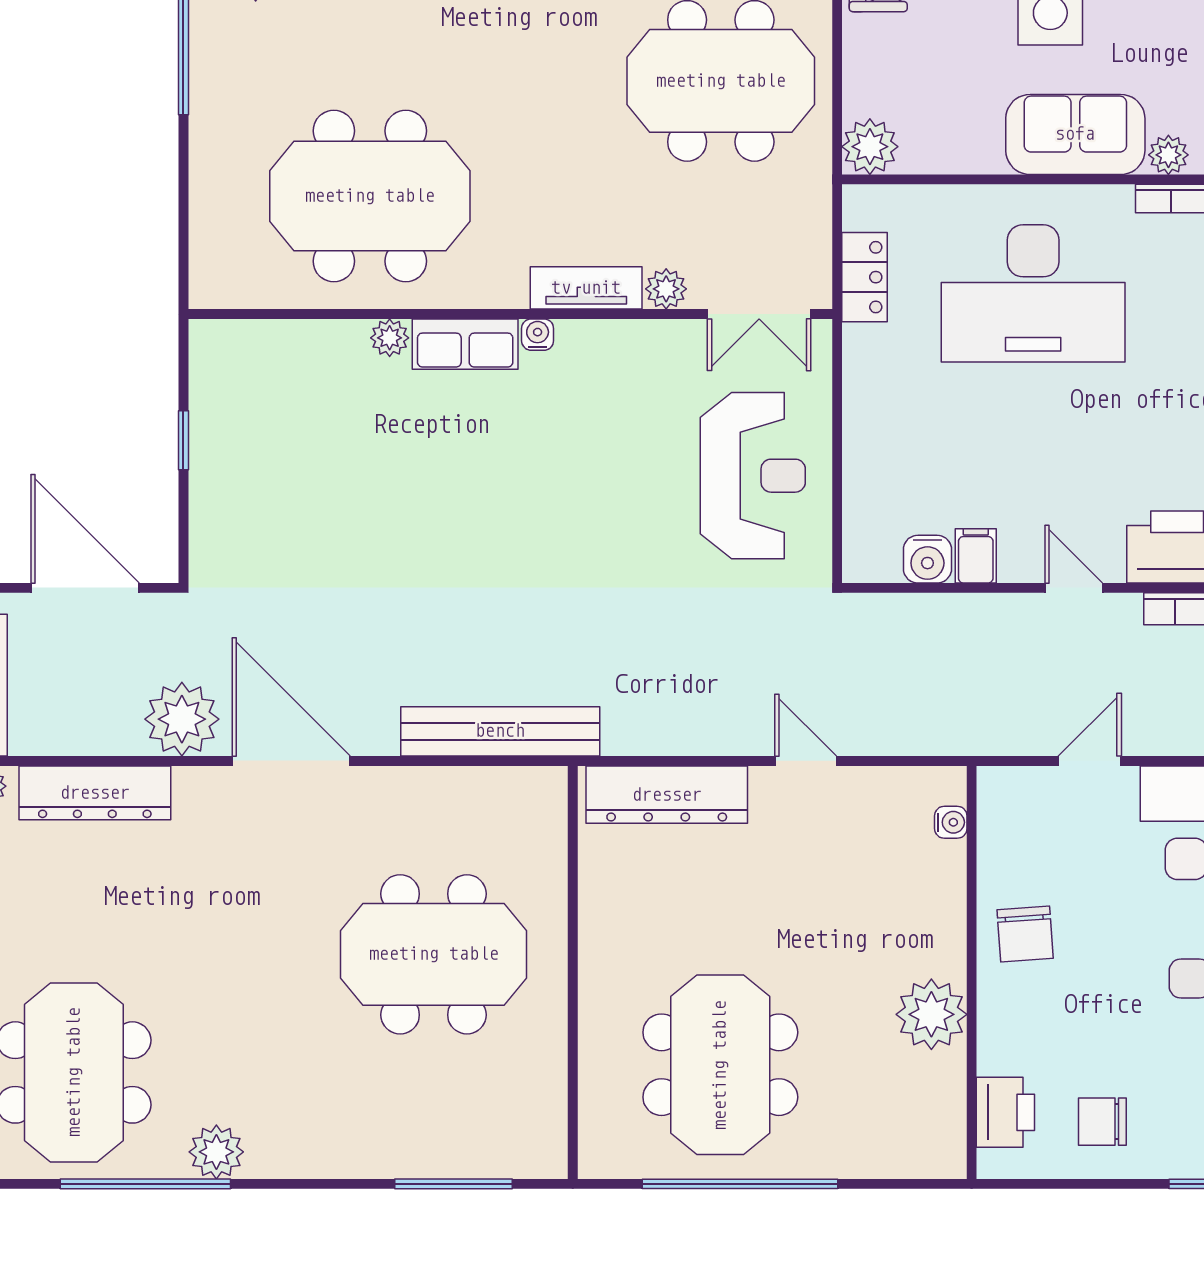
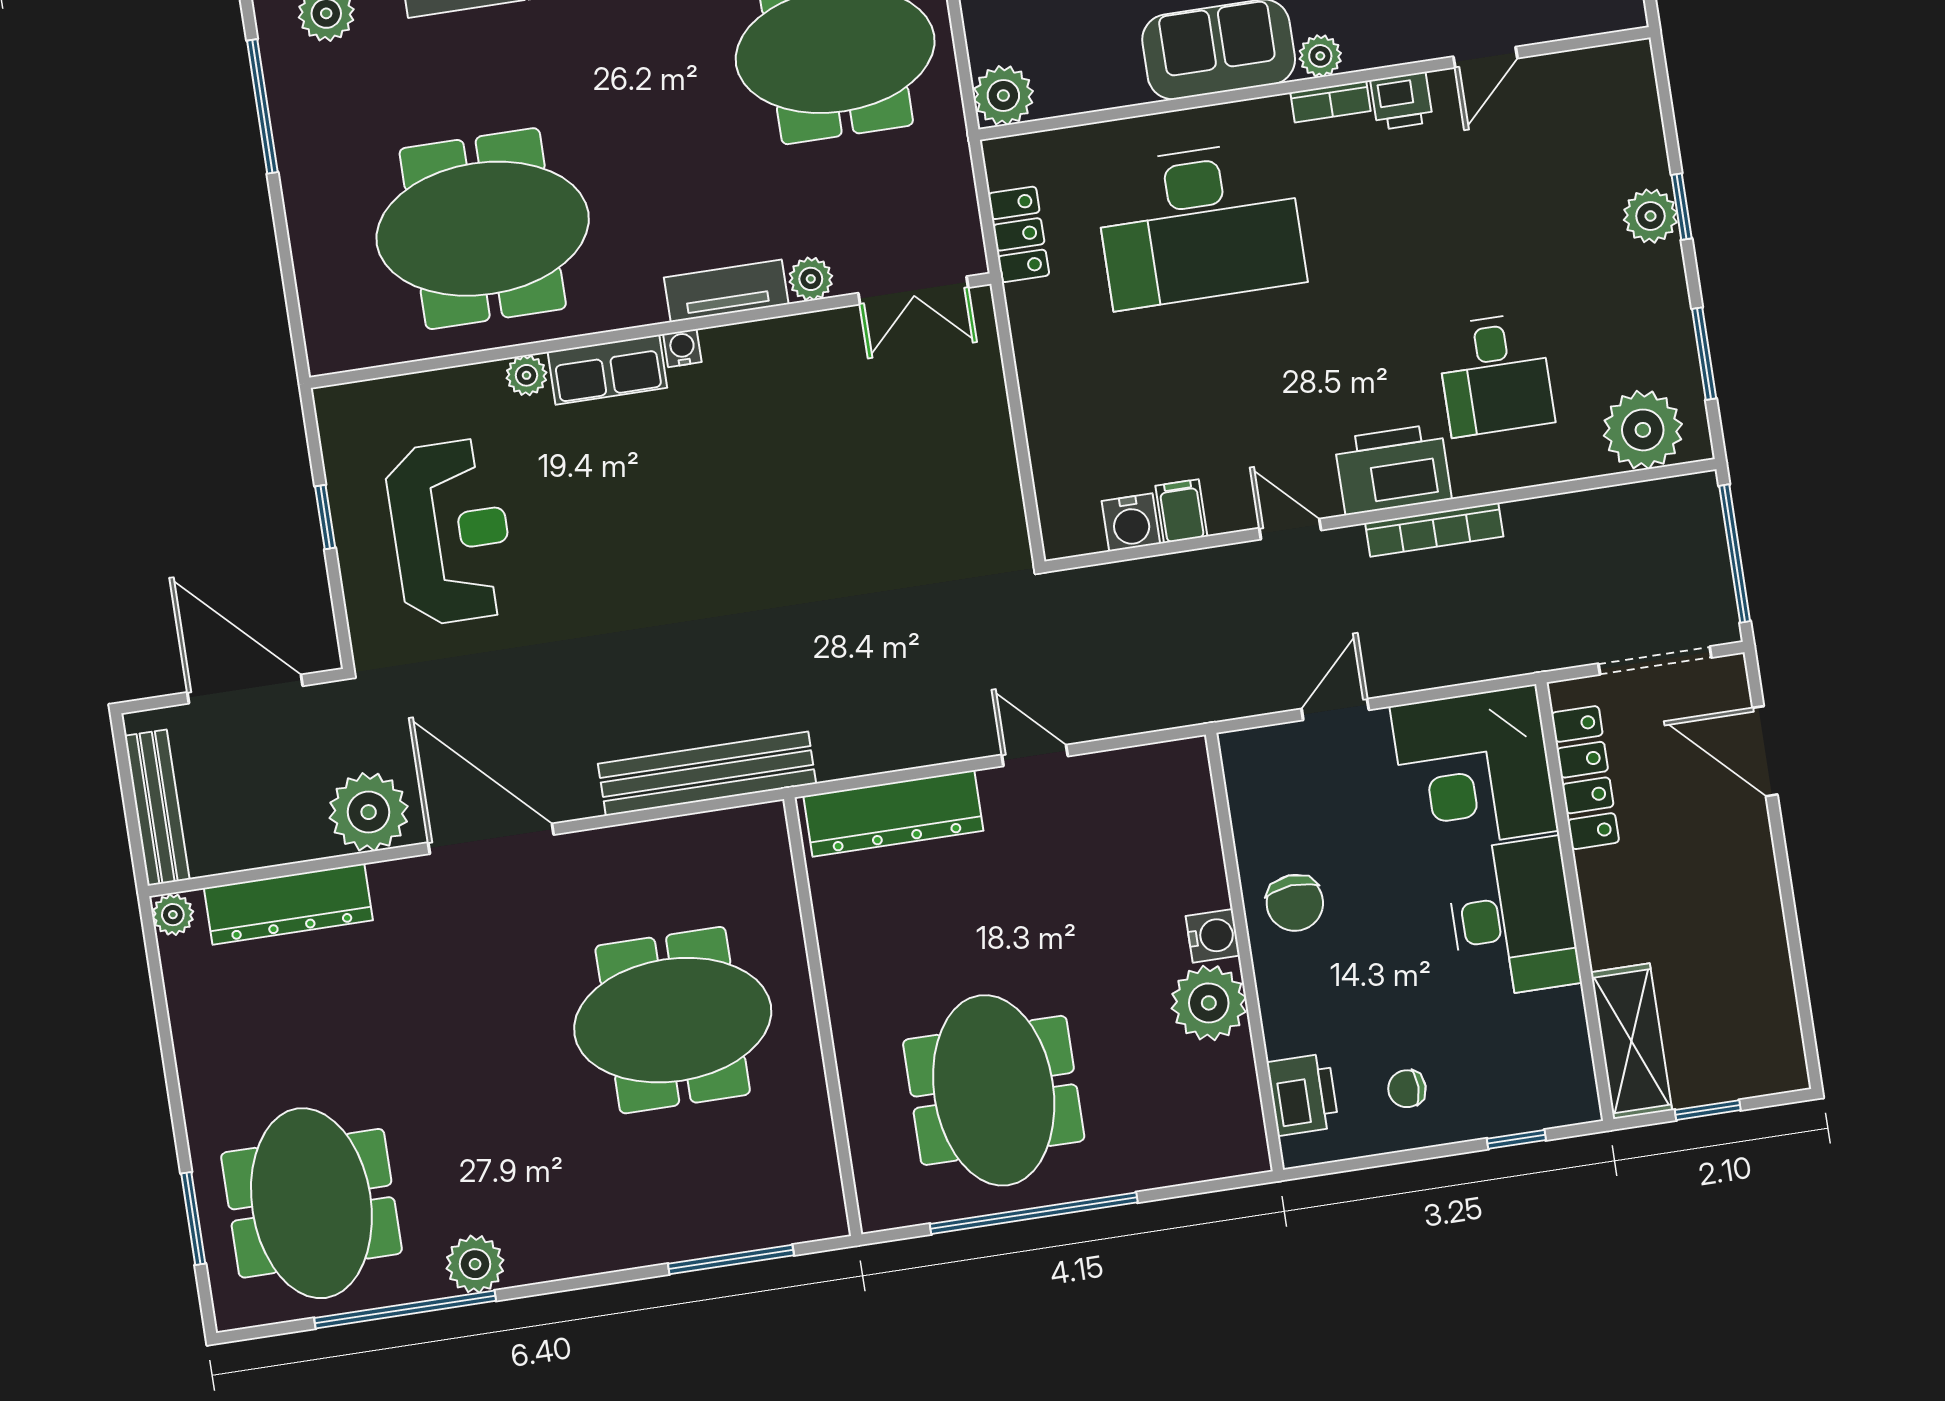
reception desk: (753, 476) -> (451, 532), moved
water cooler: (951, 822) -> (1213, 936), moved, width x1.38, depth x1.38
chair: (1102, 1122) -> (1407, 1089), width x0.73, depth x0.73

